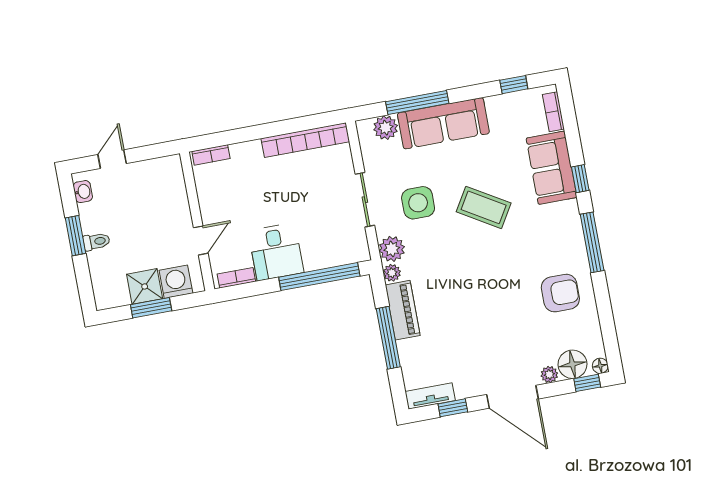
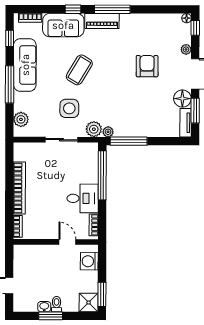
window: (417, 102) -> (10, 84), moved
sofa: (443, 123) -> (25, 65), moved
bookcase: (305, 140) -> (19, 188), moved
washbasin: (83, 192) -> (44, 307), moved
shower: (145, 286) -> (89, 303), moved
armchair: (560, 293) -> (147, 66), moved
window: (151, 308) -> (102, 294), moved
piano: (403, 310) -> (102, 21), moved, turned 180
window: (388, 338) -> (129, 141), moved
floor lamp: (572, 364) -> (182, 99), moved
window: (453, 408) -> (195, 111), width x1.50

